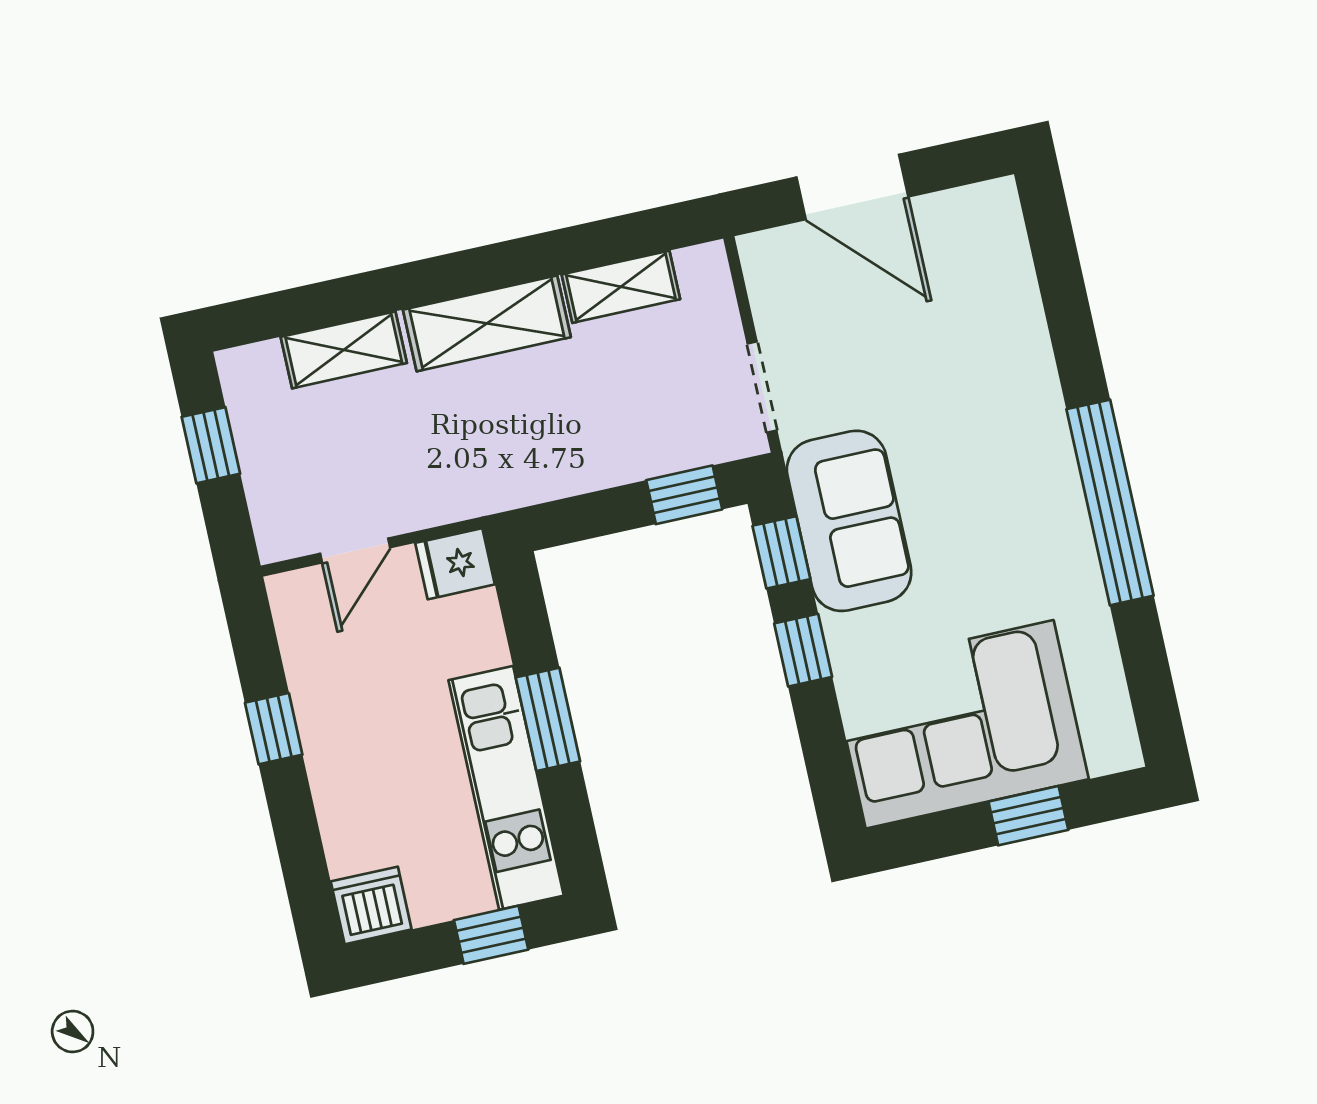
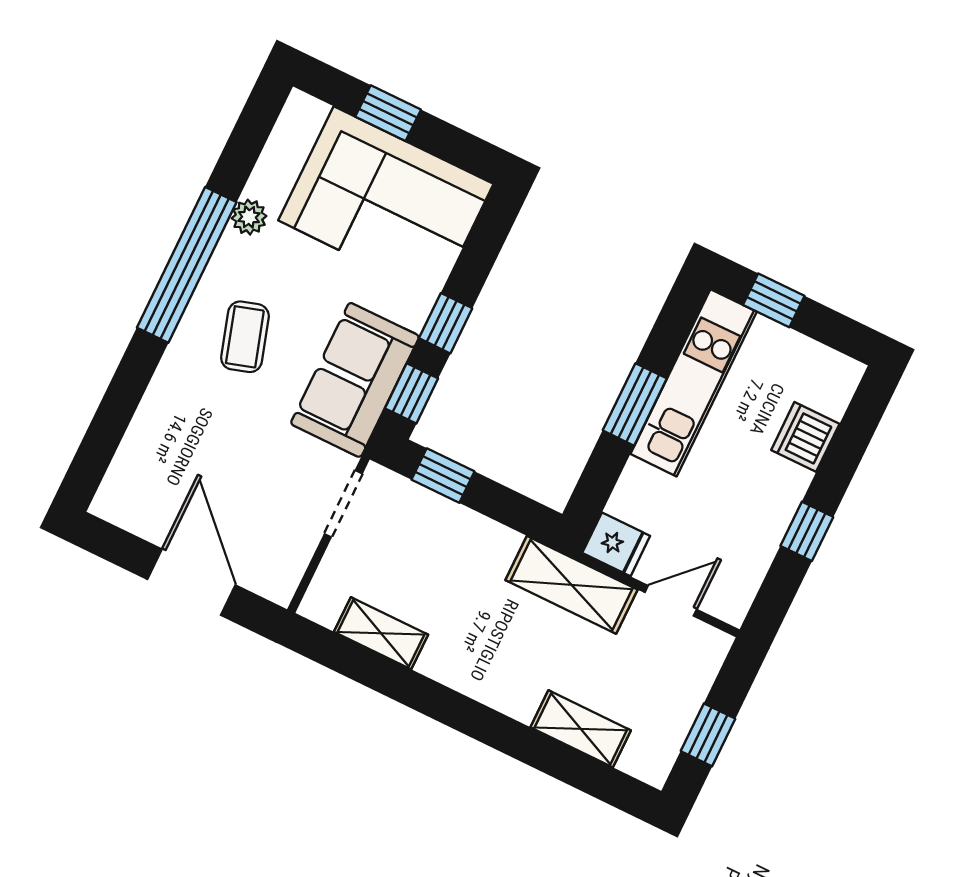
shelving: (487, 323) -> (571, 585), moved
coffee table: (994, 477) -> (245, 337), added
plant: (1085, 600) -> (249, 217), added
dishwasher: (371, 905) -> (805, 437), moved, turned 90

